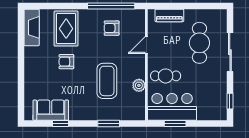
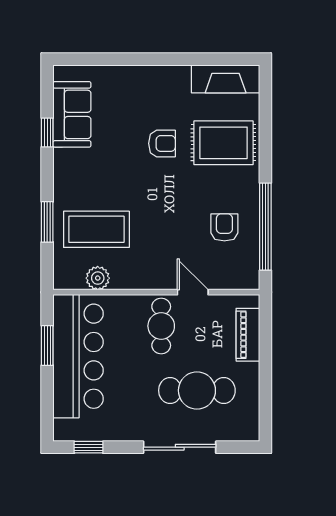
armchair: (66, 62) -> (162, 143), turned 90
cafe table: (166, 76) -> (161, 326), moved
coffee table: (107, 81) -> (96, 229), moved
plant: (139, 85) -> (98, 278), moved
bar counter: (172, 107) -> (78, 356), width x1.36

